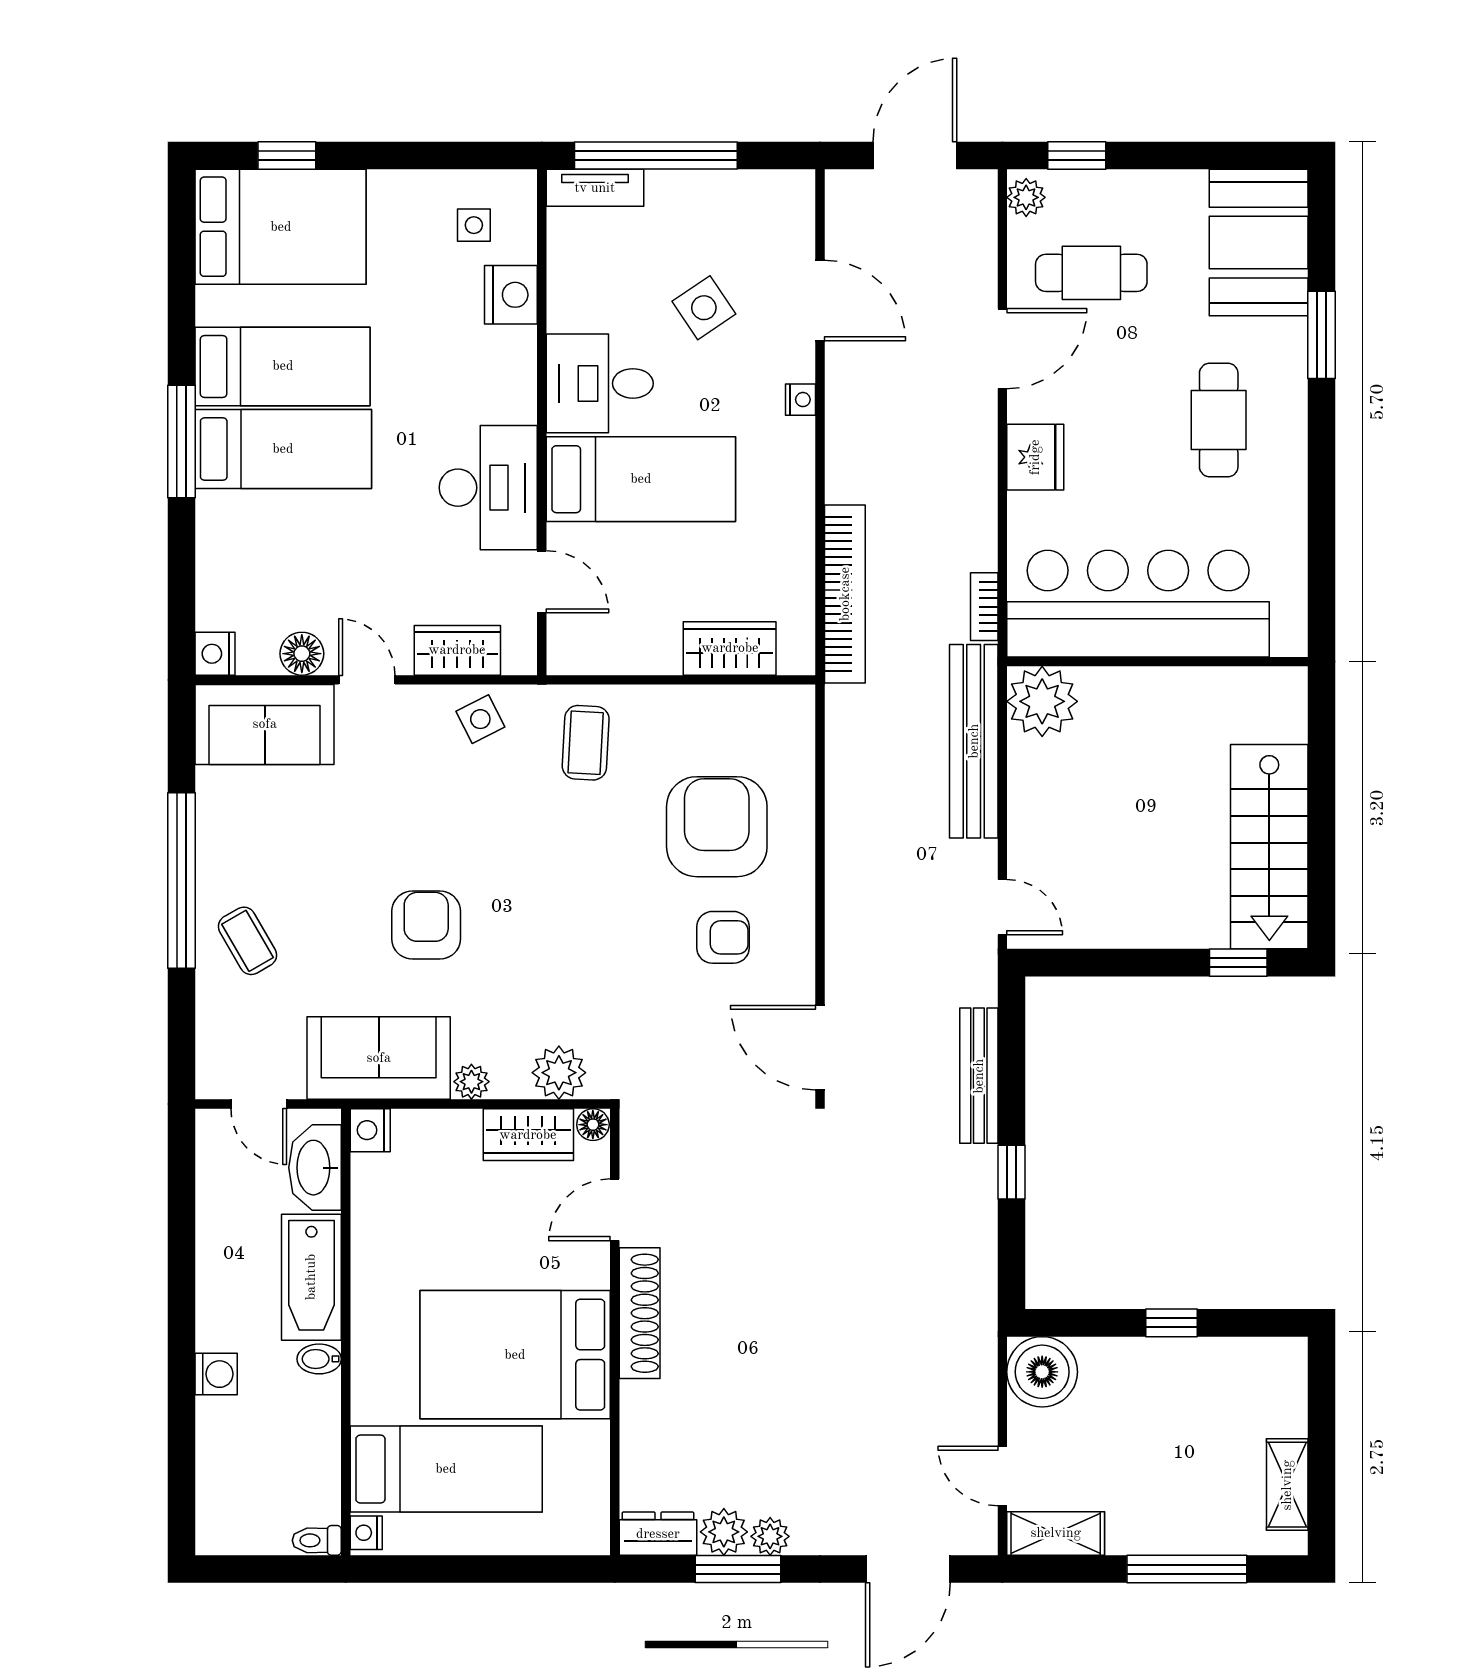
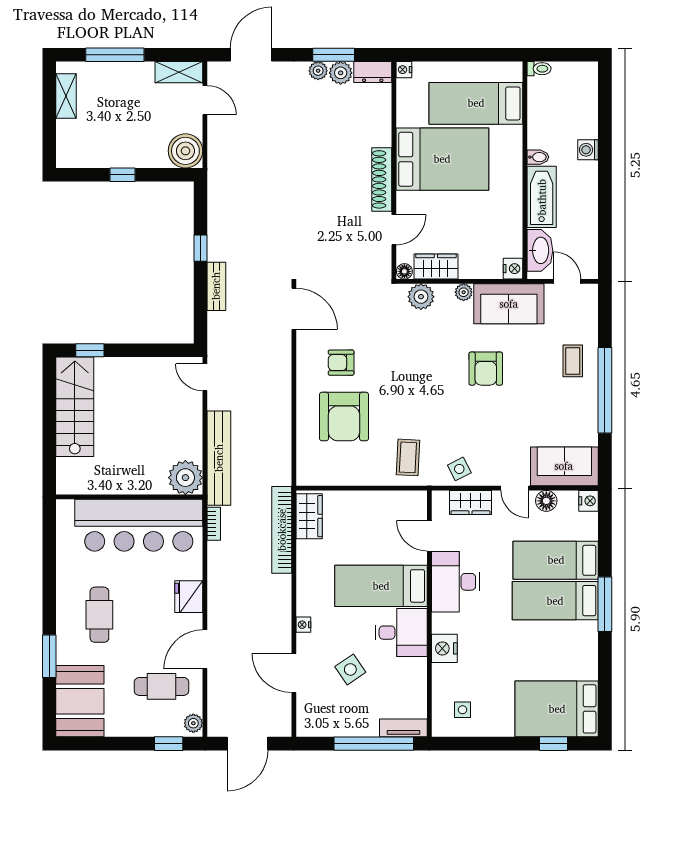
nightstand: (511, 295) -> (444, 648), moved
bed: (283, 366) -> (556, 560), moved
wardrobe: (730, 648) -> (309, 516), moved, turned -90
coffee table: (248, 941) -> (573, 361), turned 30
bench: (979, 1076) -> (216, 286), width x0.73
nightstand: (366, 1533) -> (404, 70), moved, turned 180

